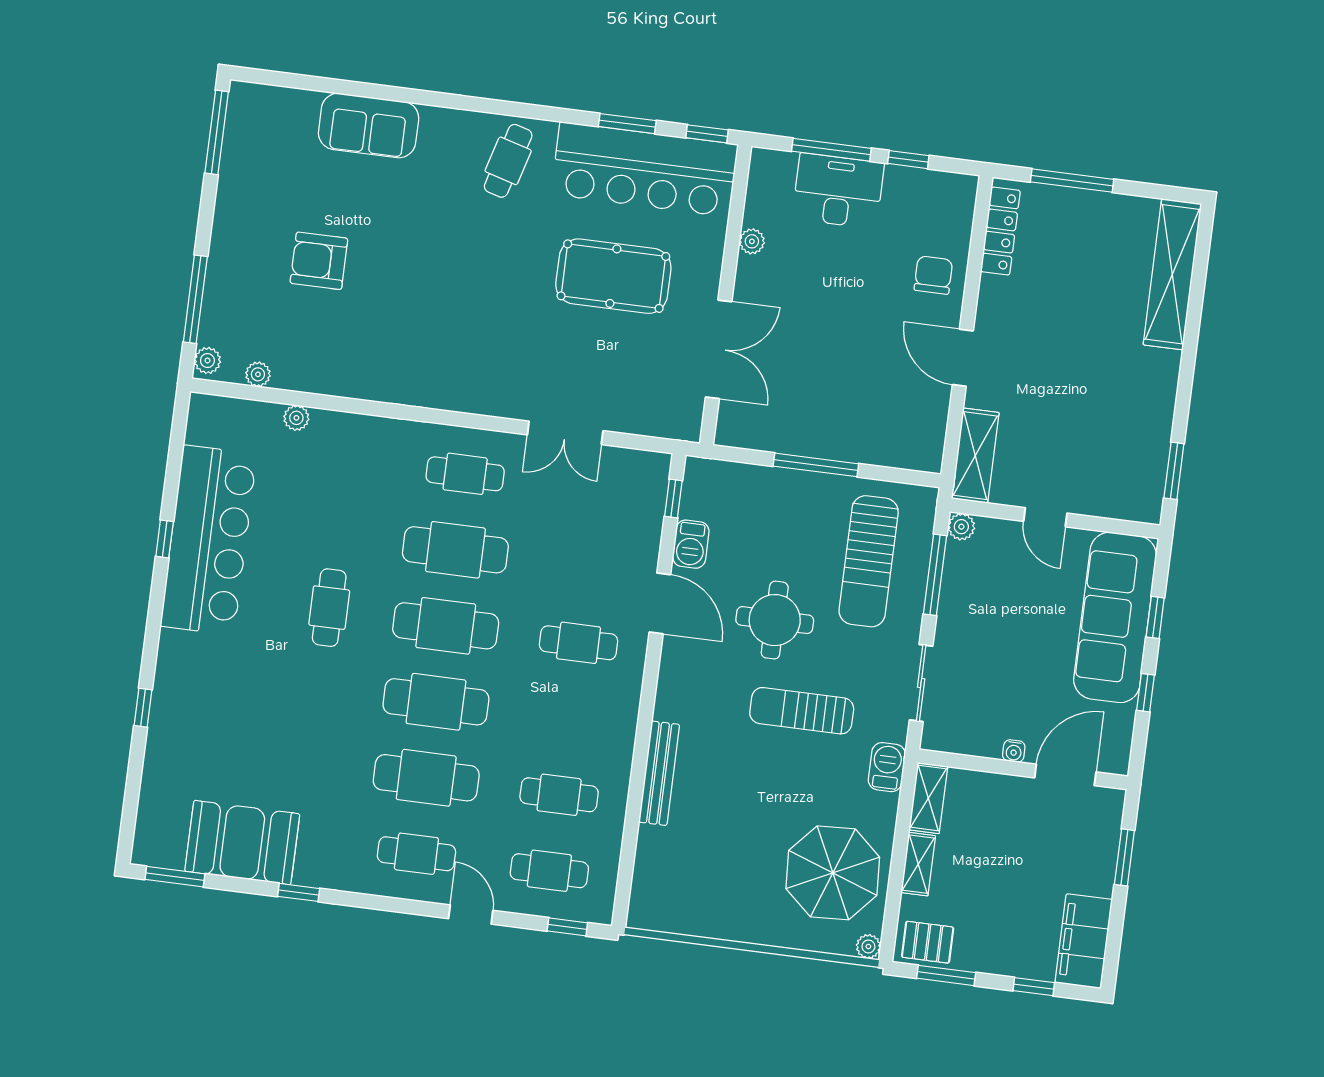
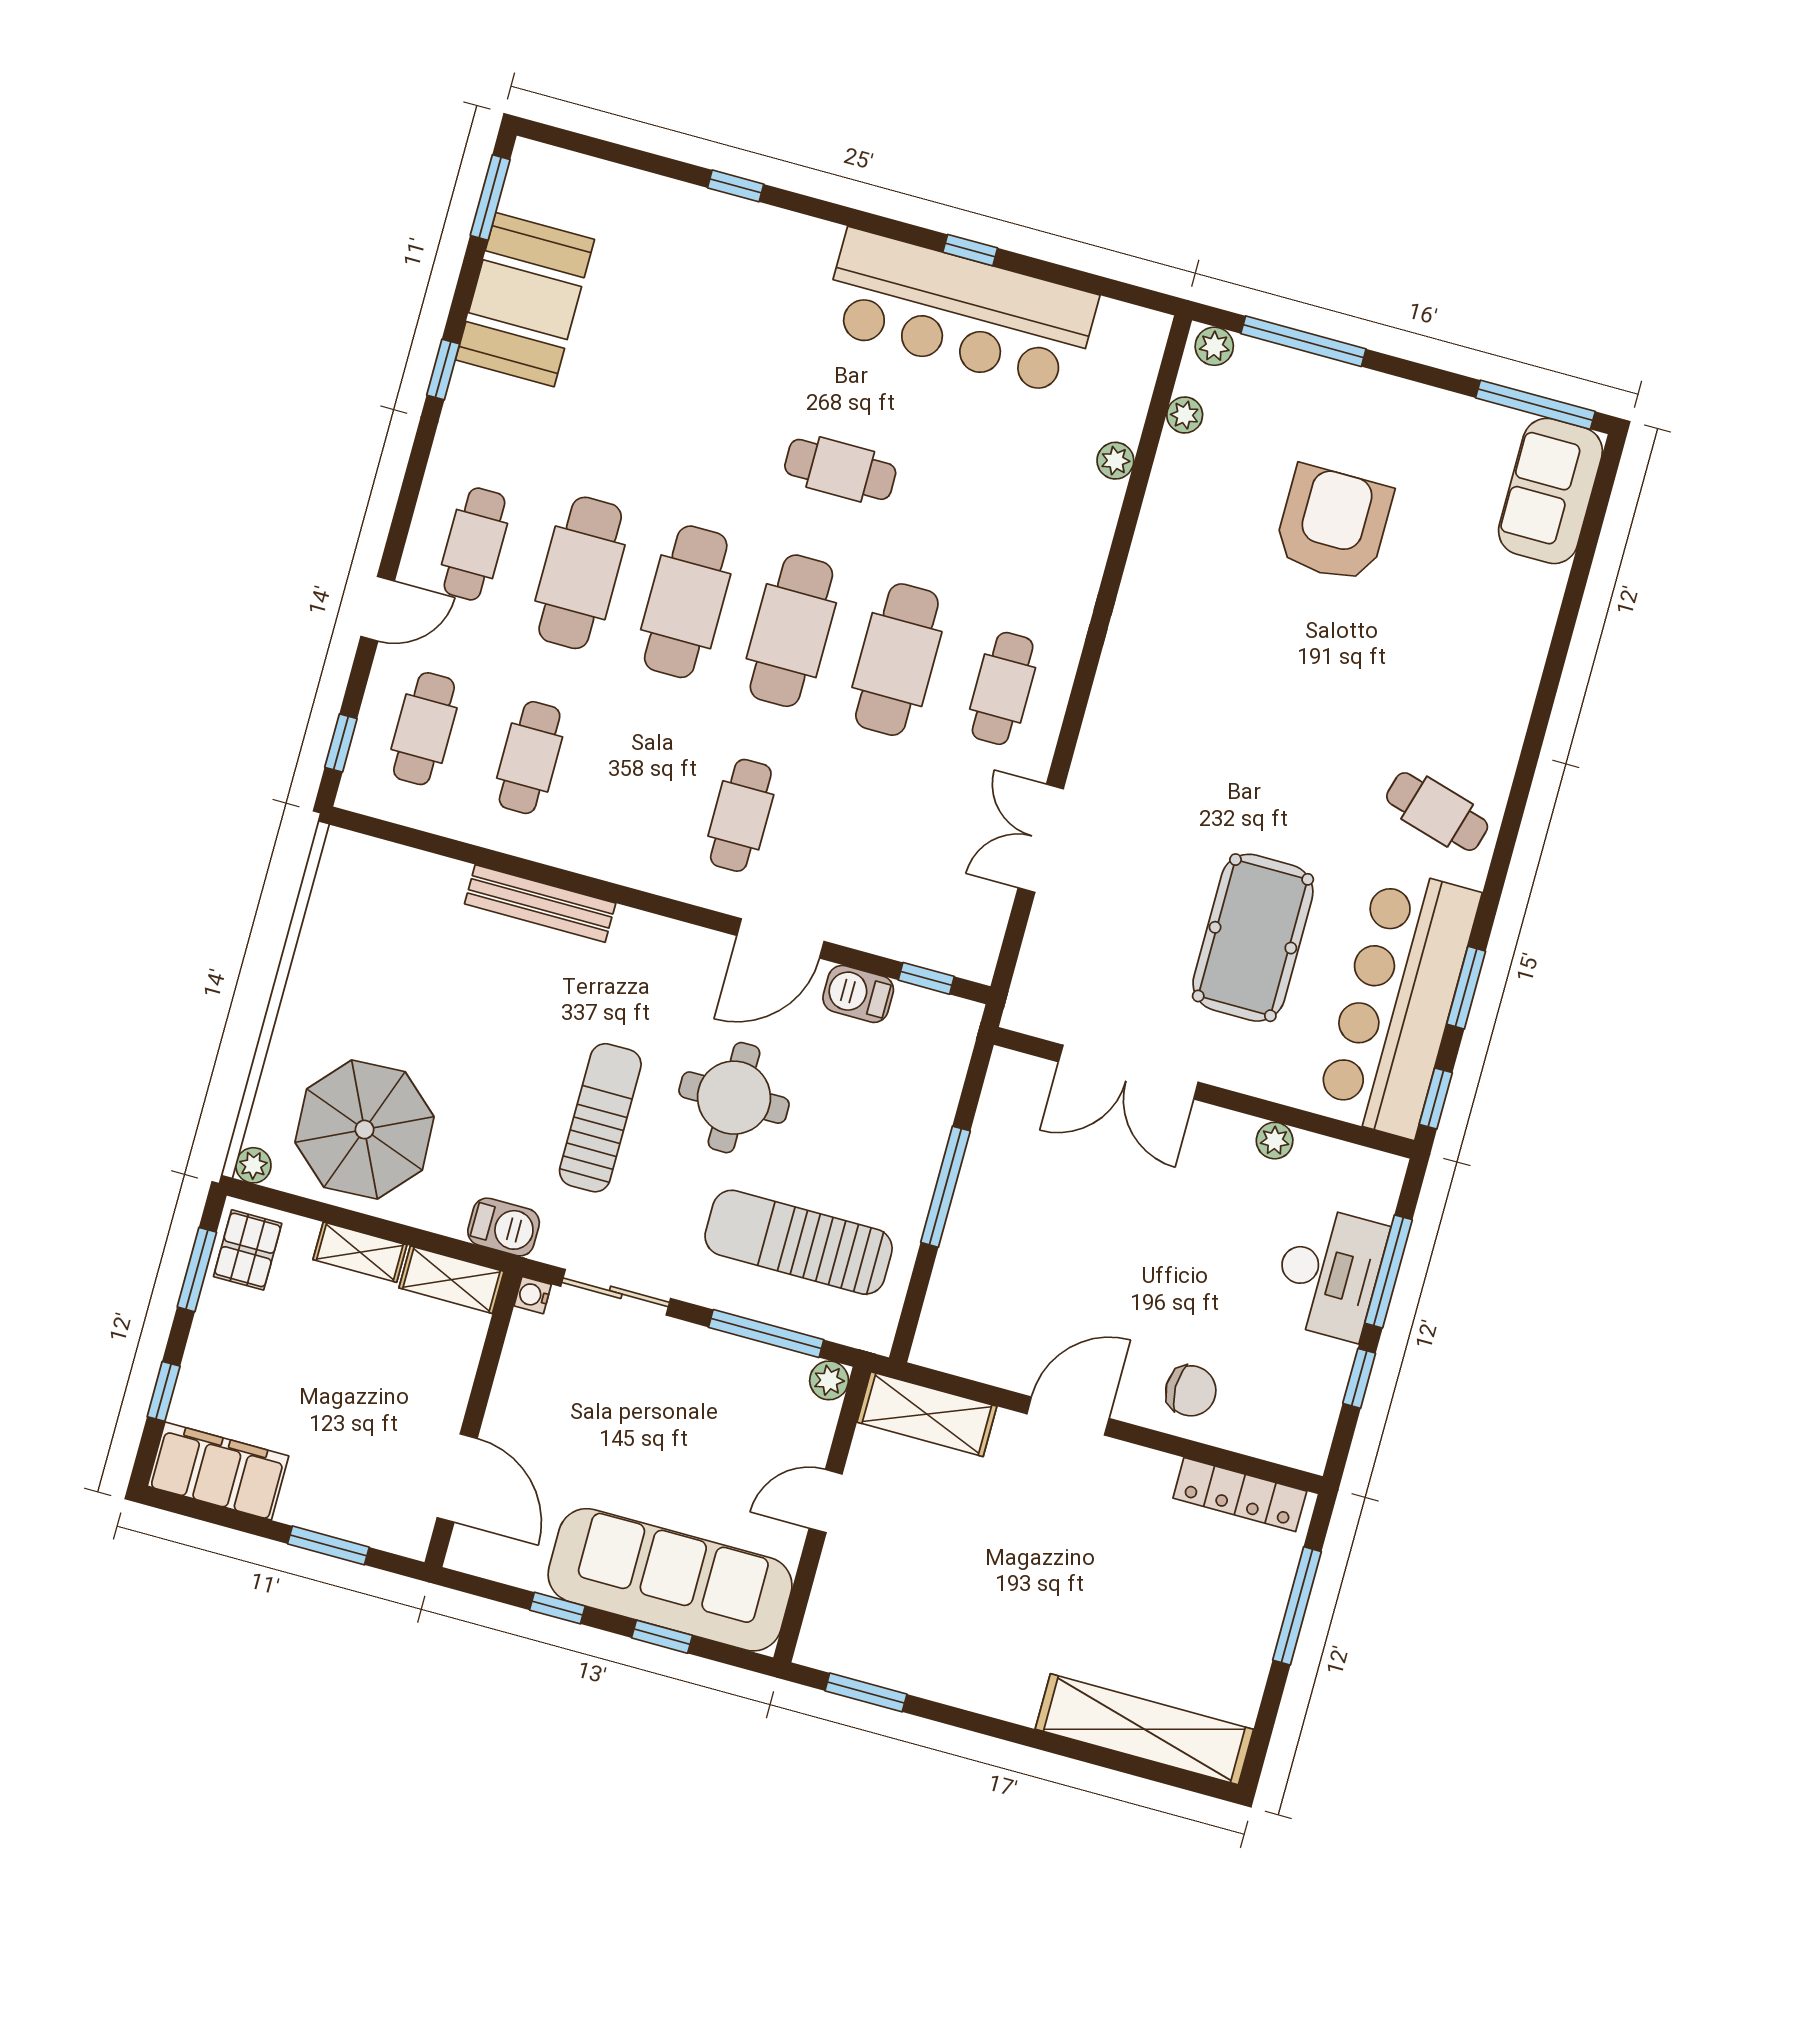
sofa: (369, 126) -> (1550, 491), moved
armchair: (319, 261) -> (1333, 524), width x1.36, depth x1.36
water cooler: (1014, 751) -> (533, 1295), moved

